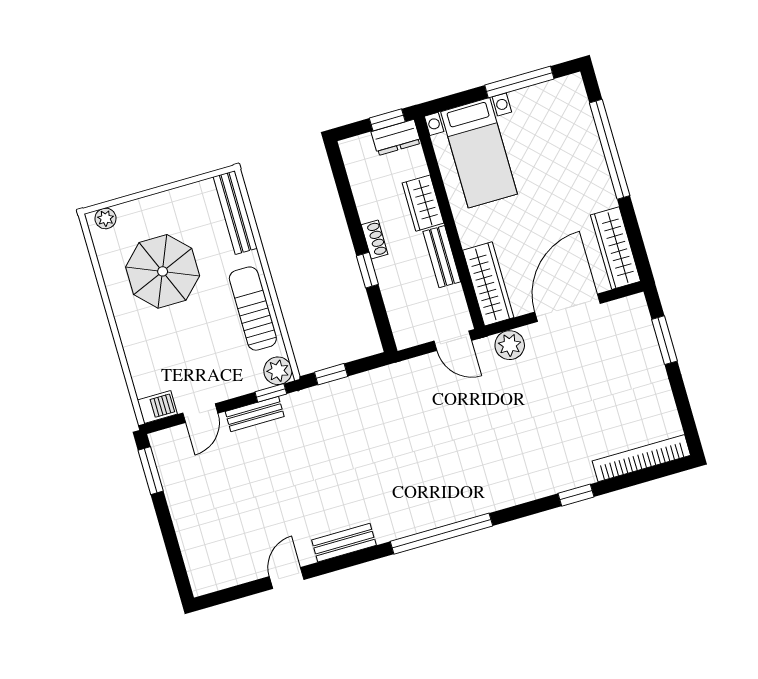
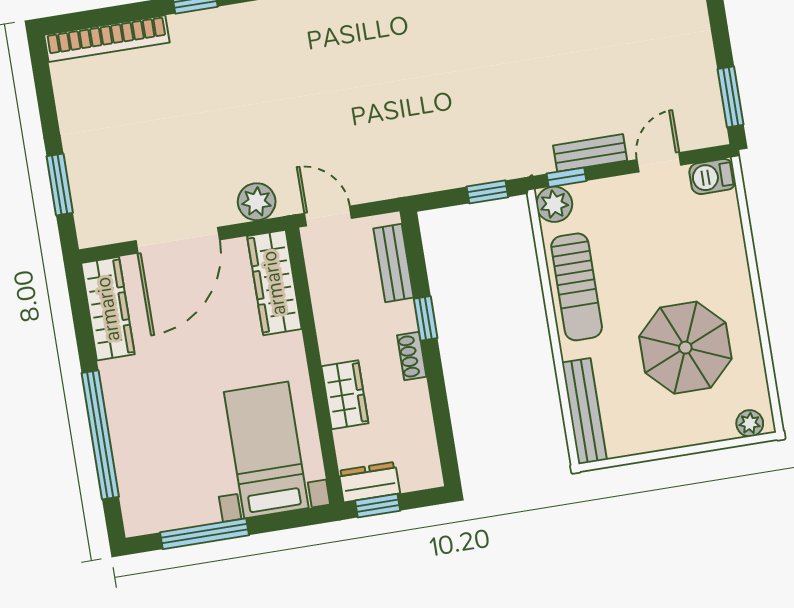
bench: (442, 257) -> (394, 263), moved

